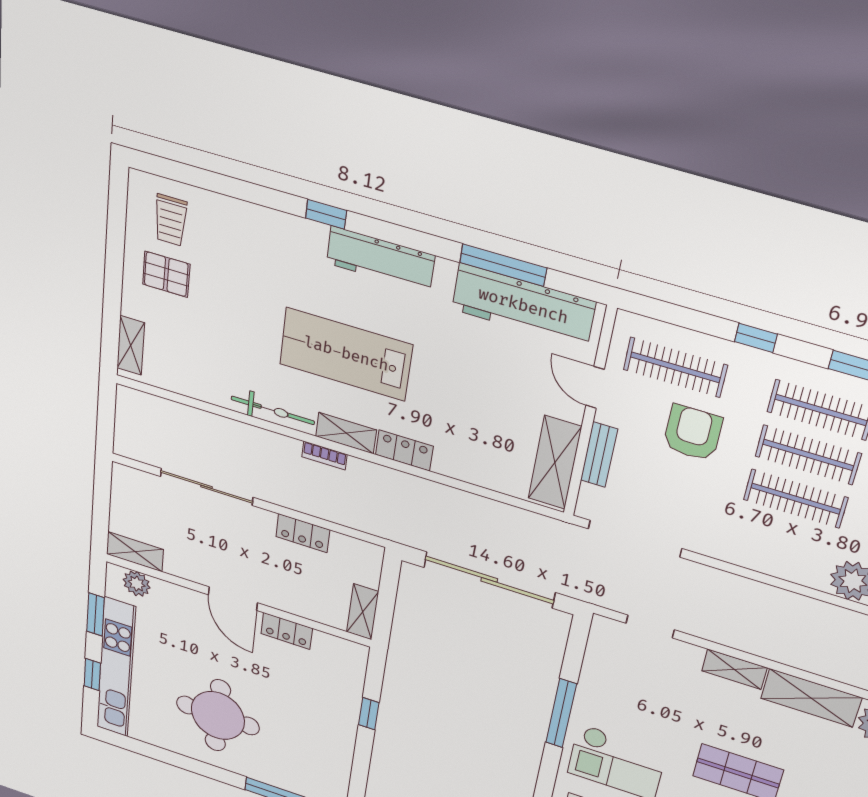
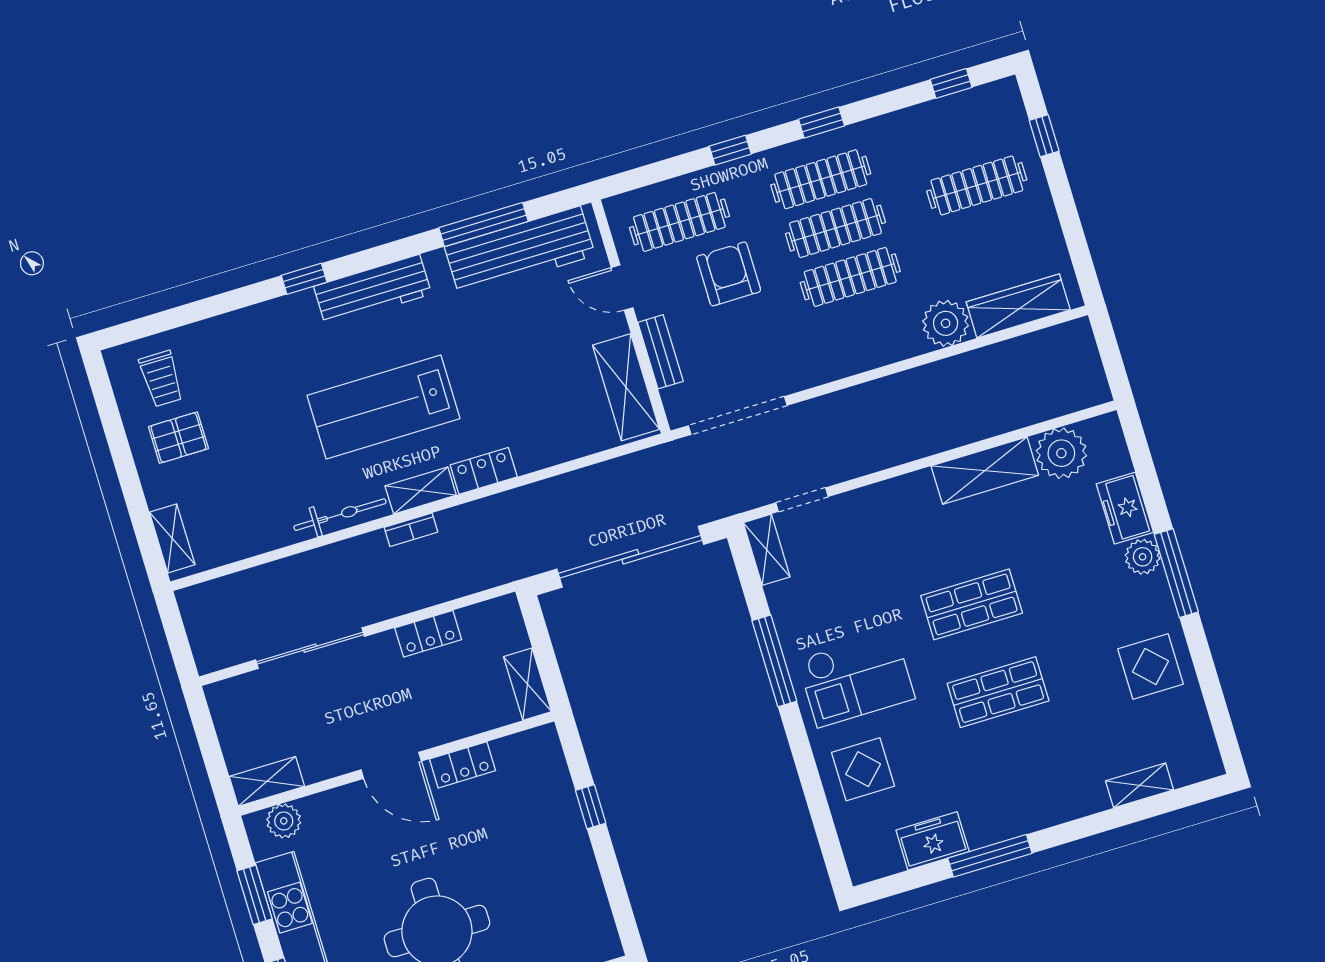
shelving: (734, 669) -> (767, 550), moved, turned 90

